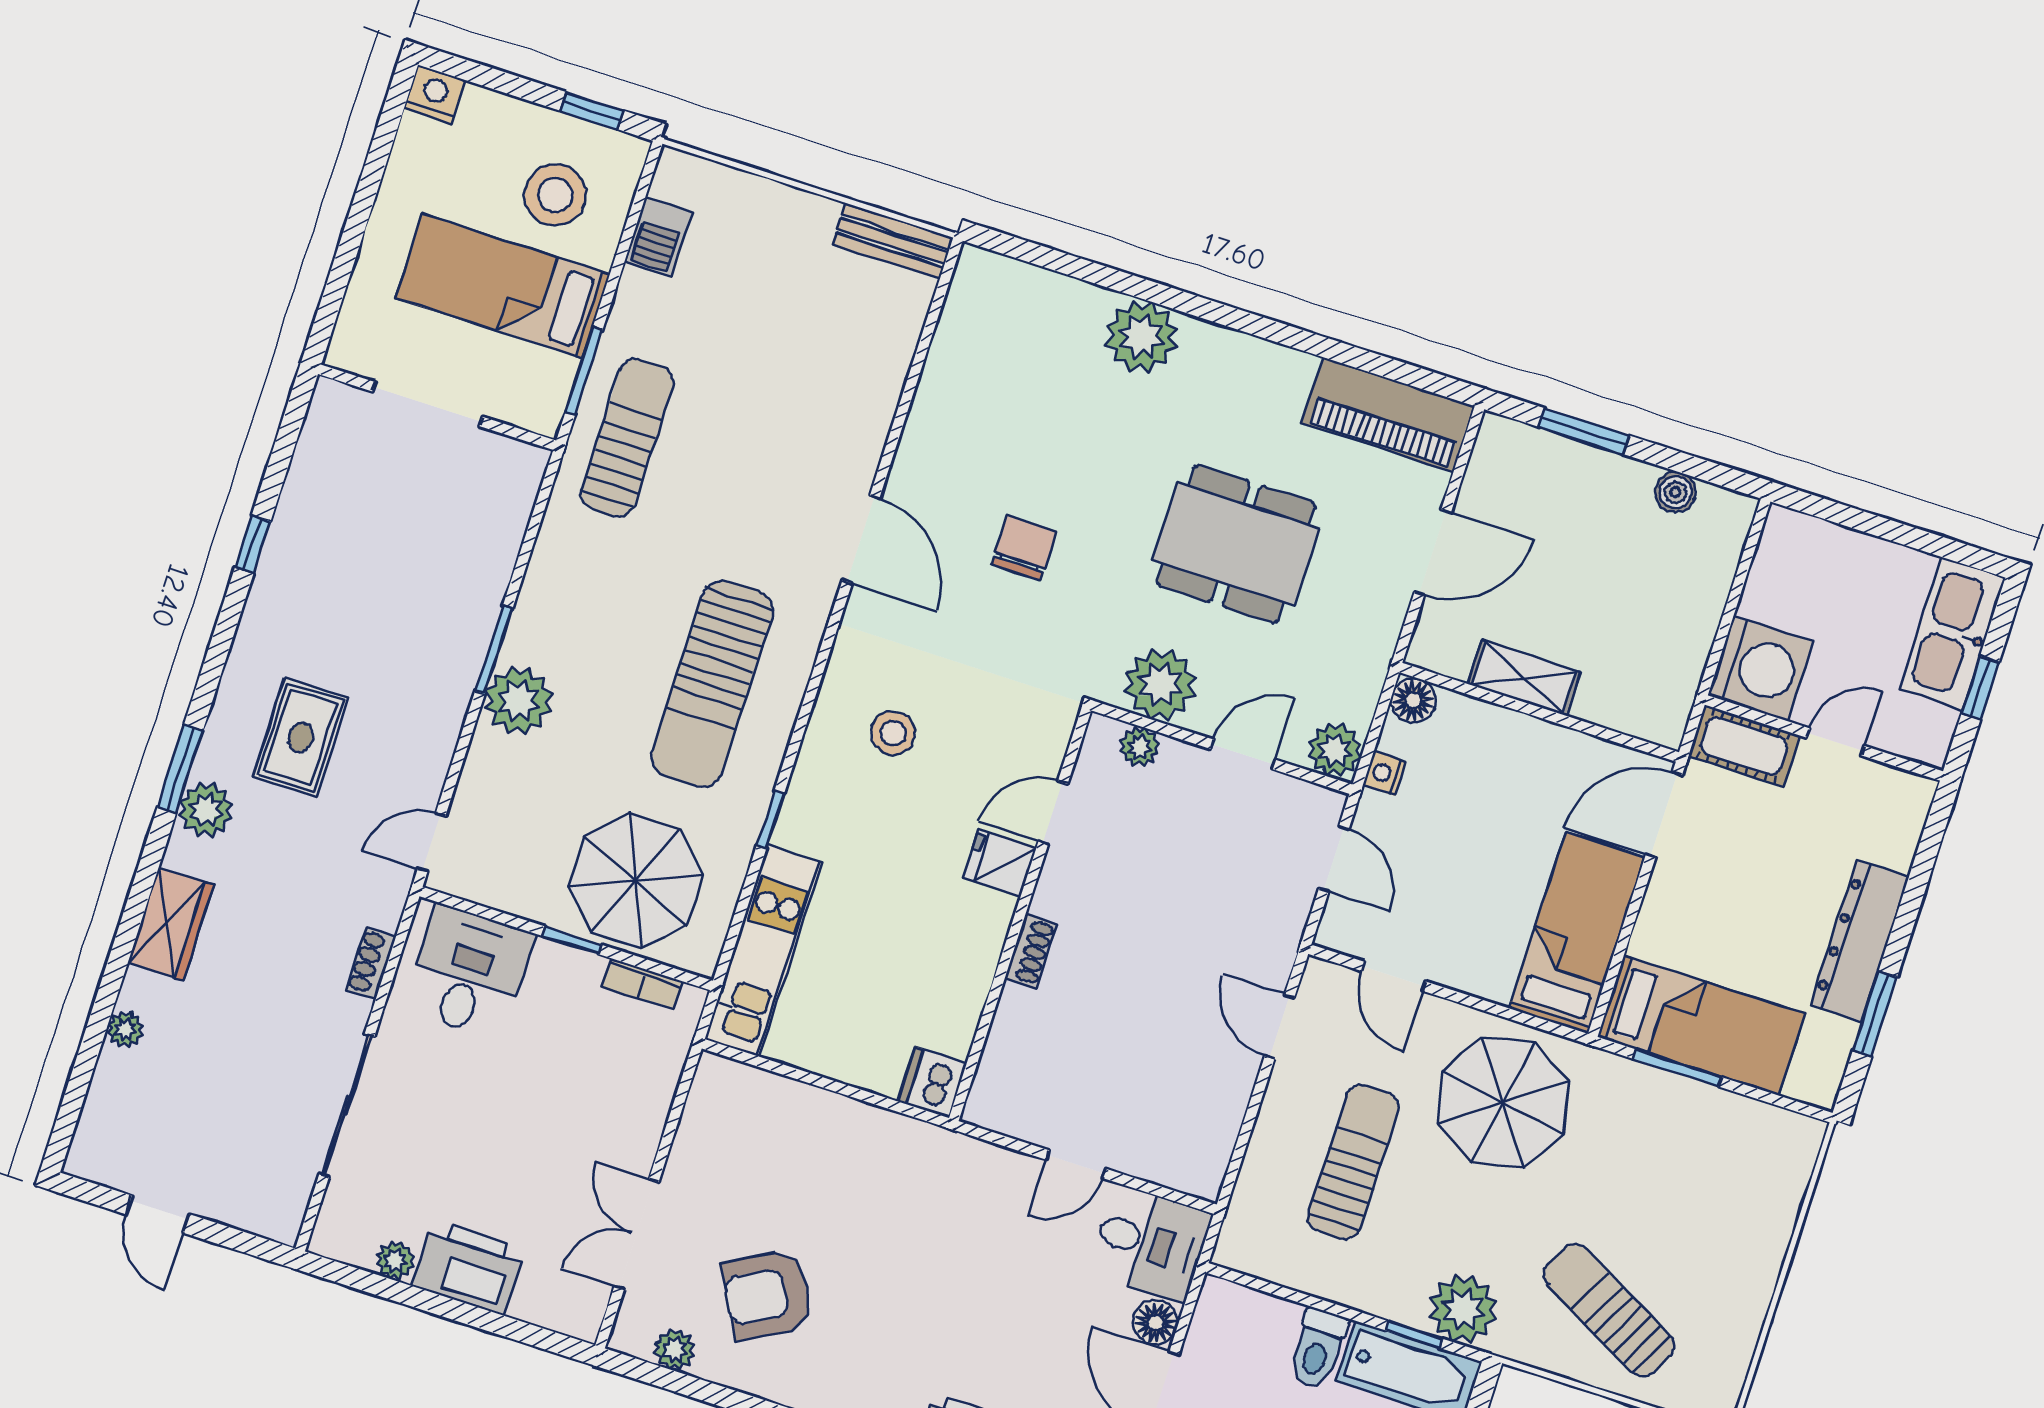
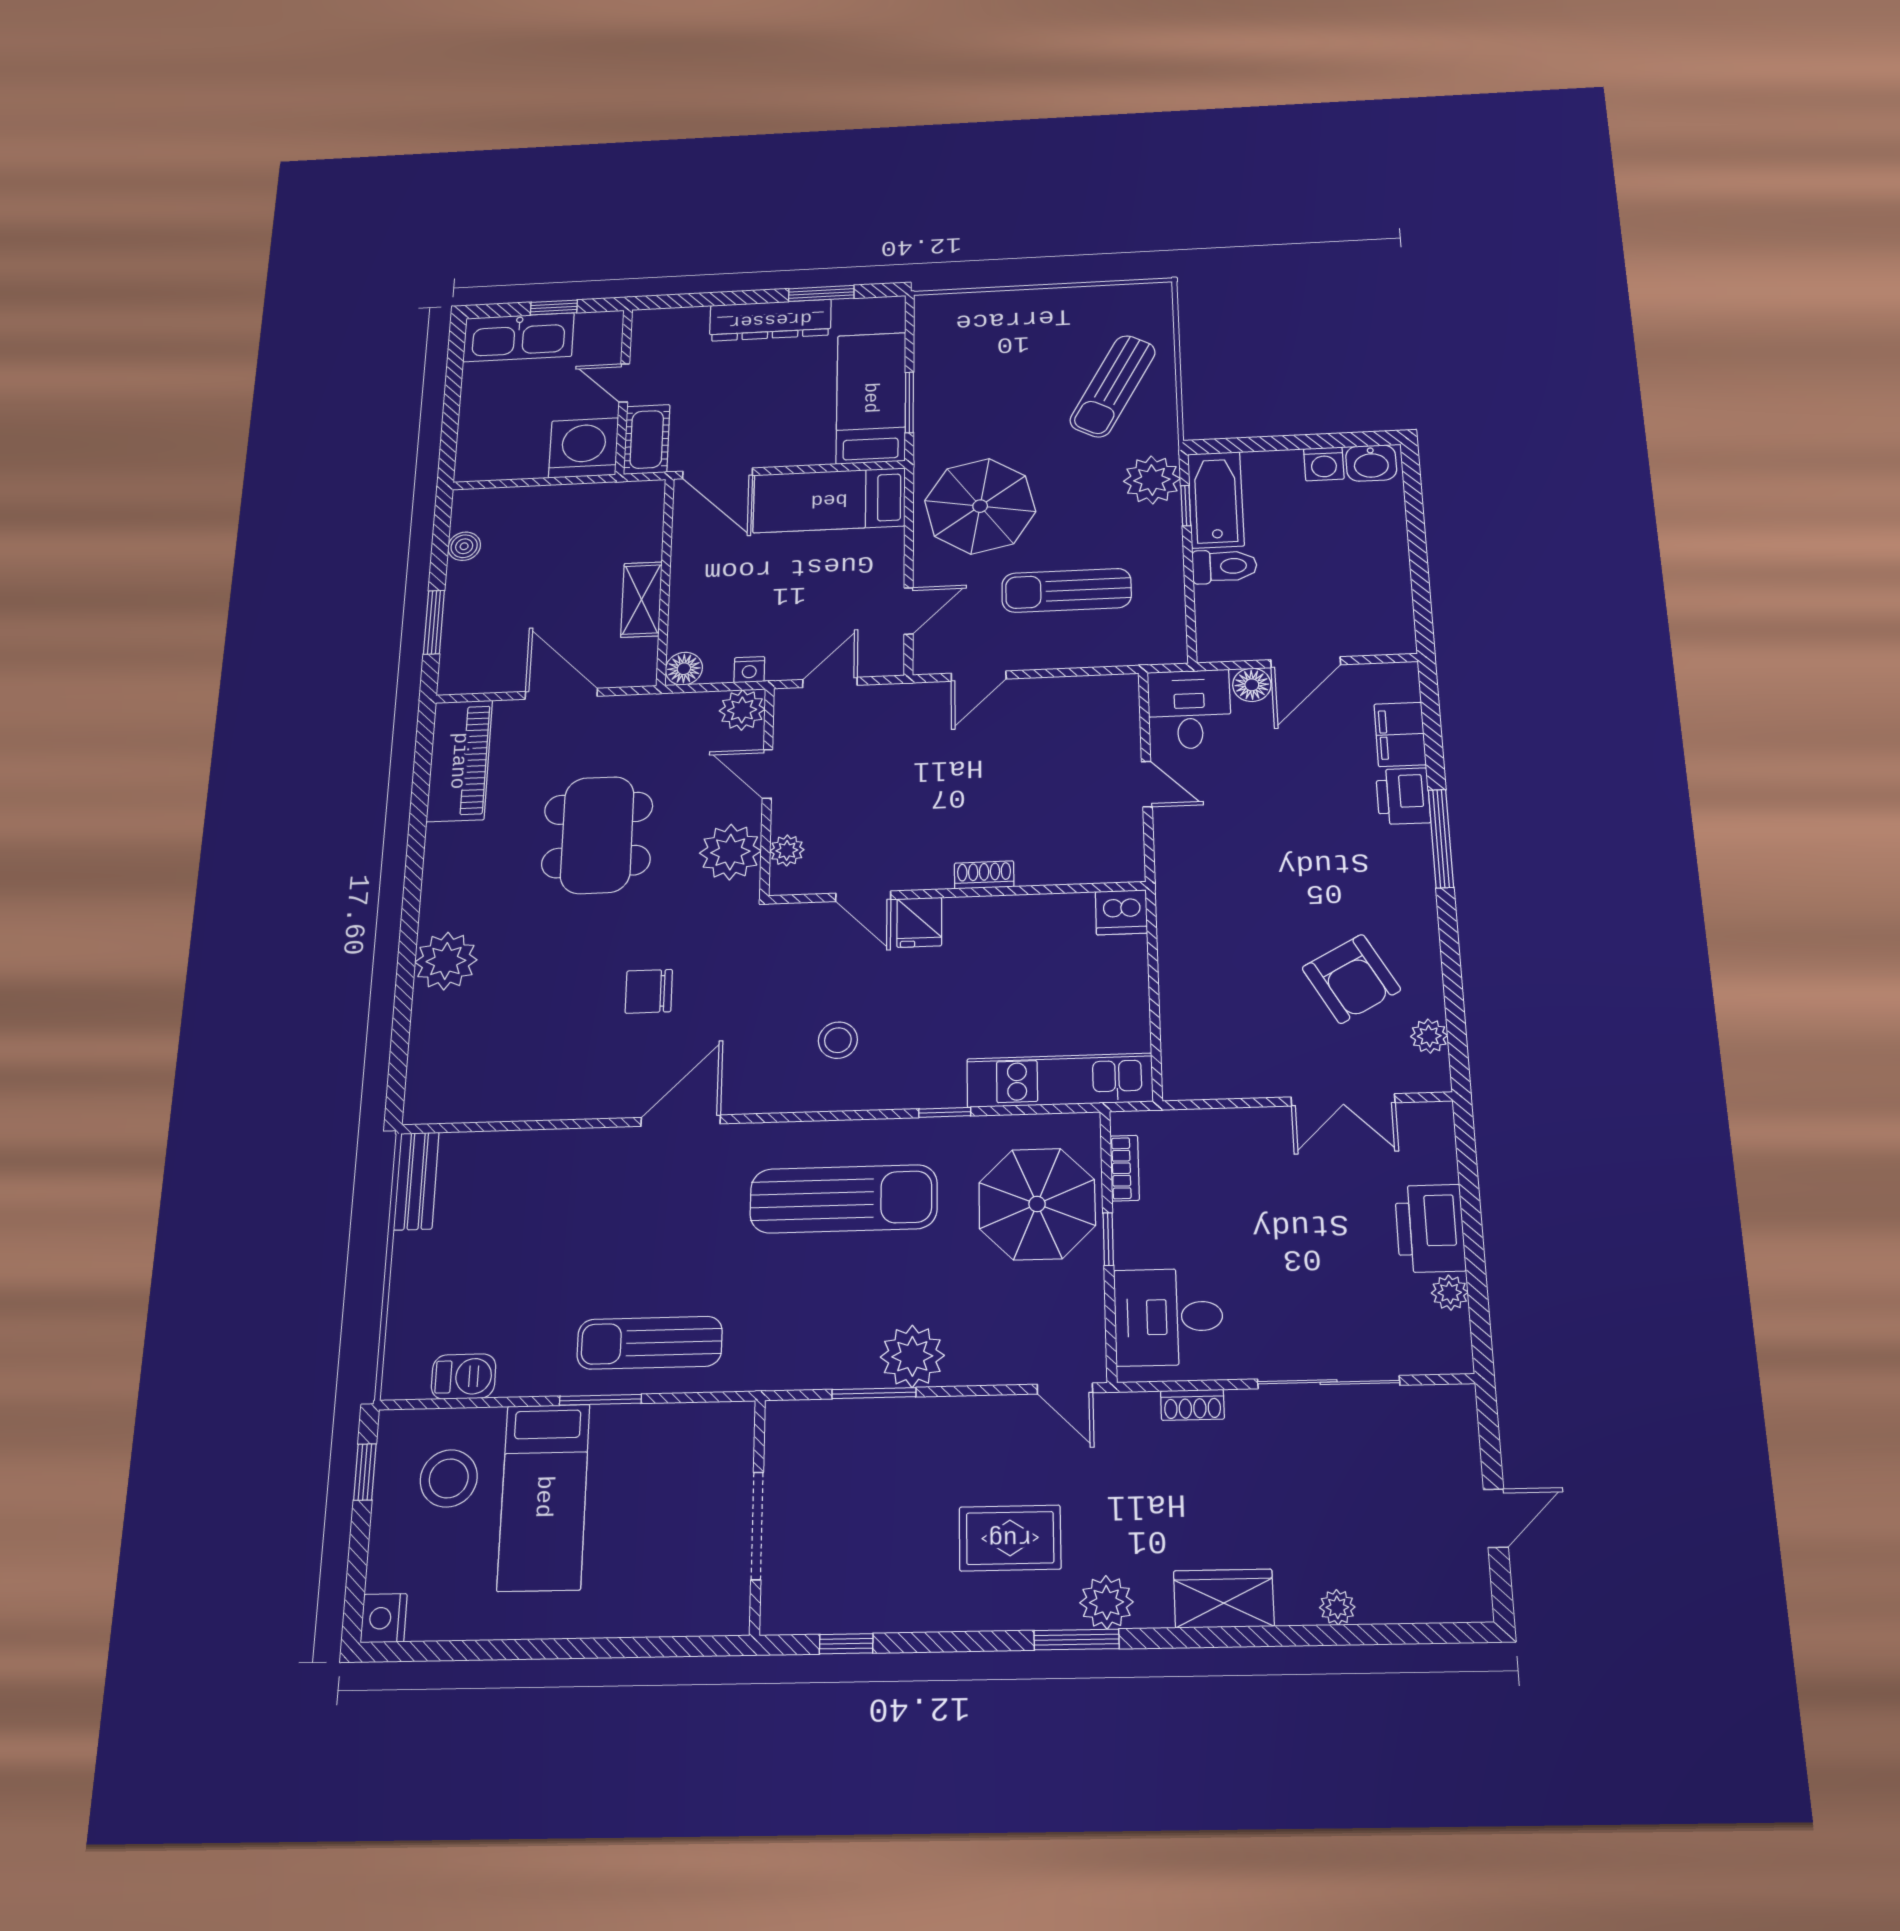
doorway: (427, 404) -> (757, 1526), moved
wall: (437, 407) -> (757, 1516), moved

